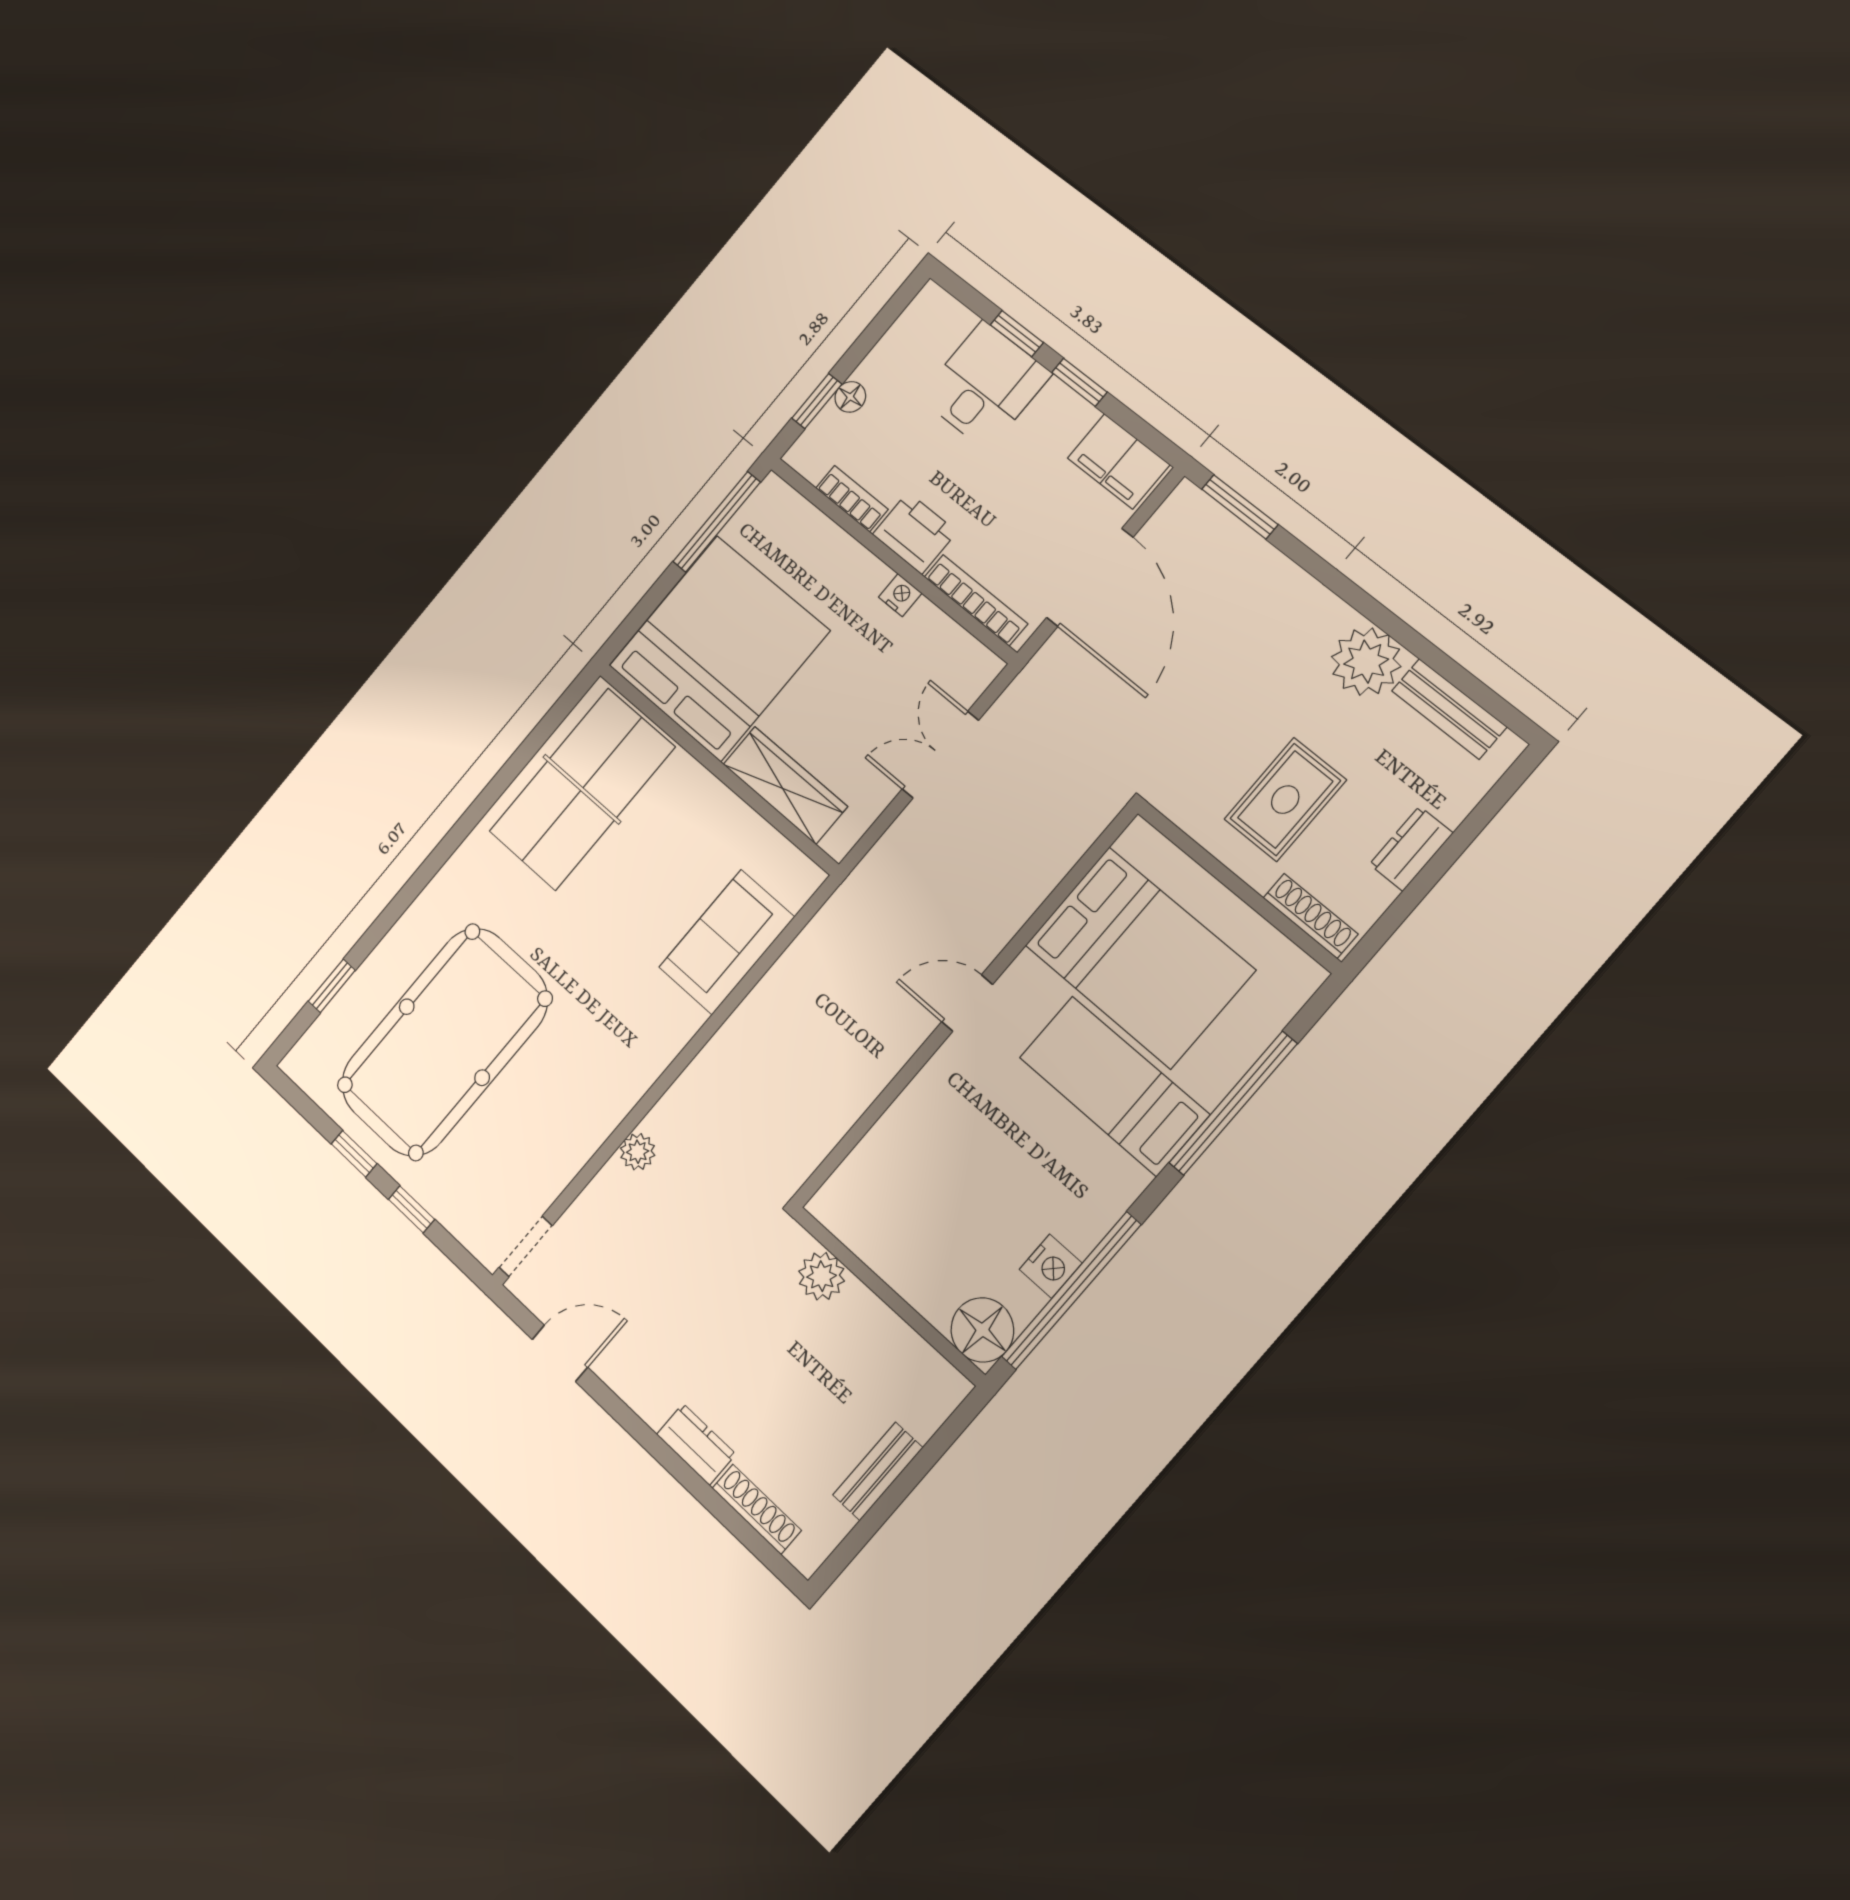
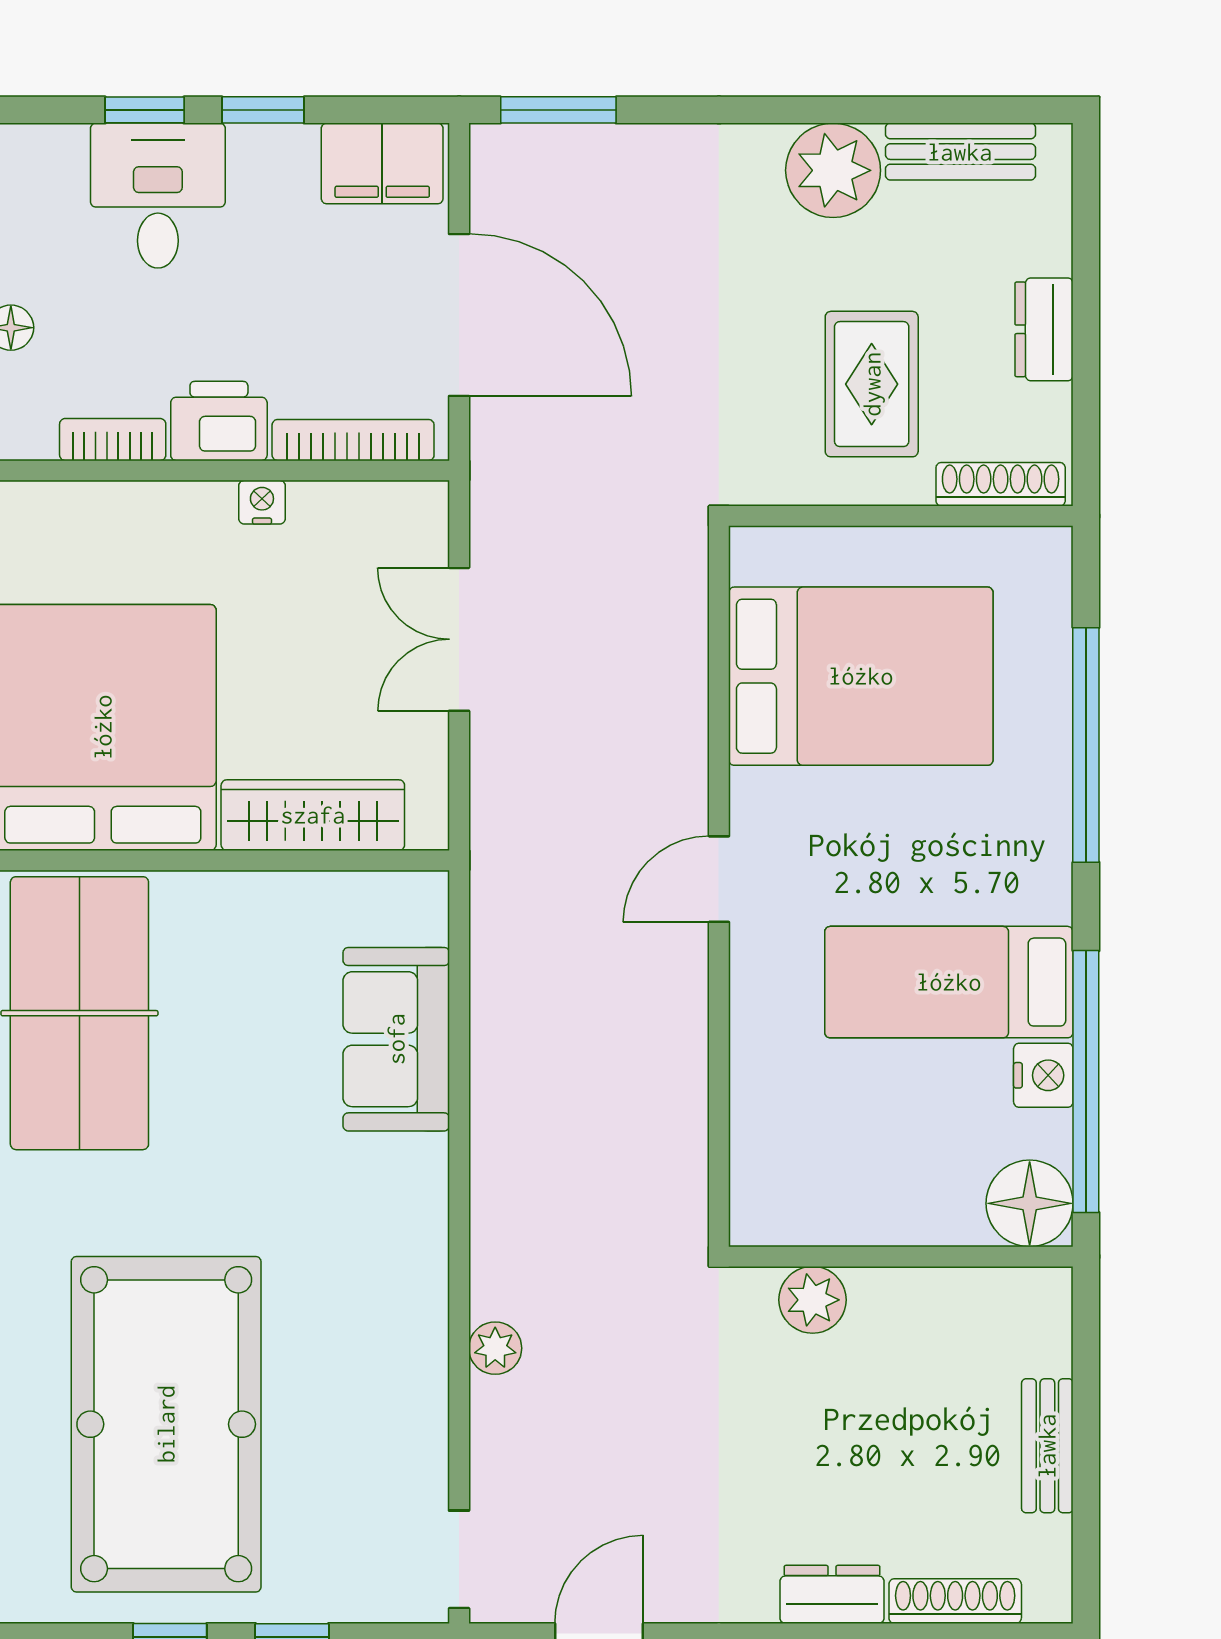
bed: (1114, 1086) -> (949, 982), moved

